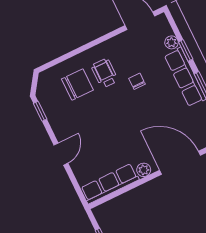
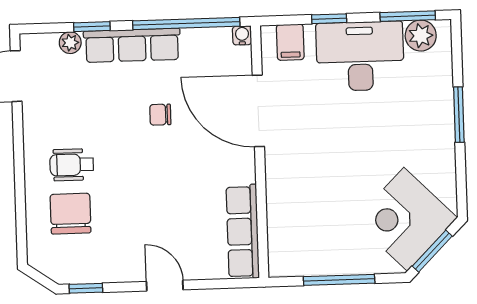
chair: (137, 81) -> (160, 115), moved
door: (180, 163) -> (258, 111), hinge flipped
plant: (144, 170) -> (245, 171), removed

